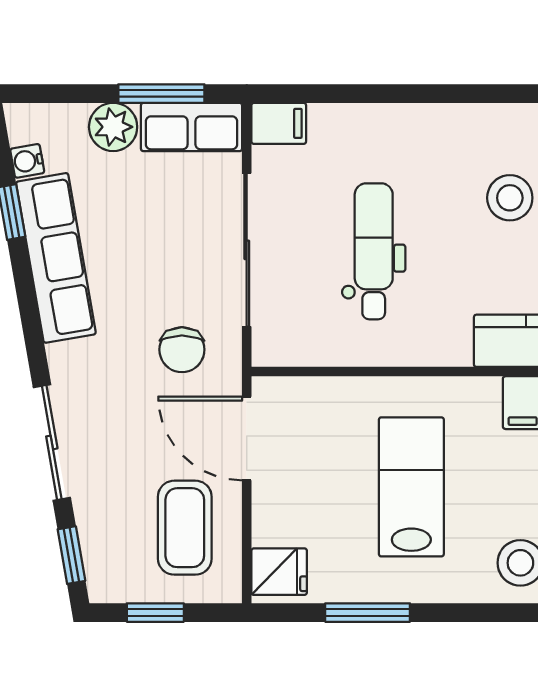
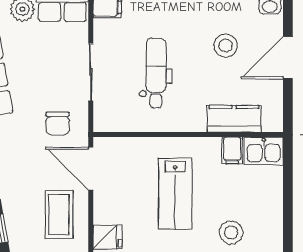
sliding door: (247, 250) -> (91, 72), width x0.73
lab bench: (411, 487) -> (175, 194), turned 180

